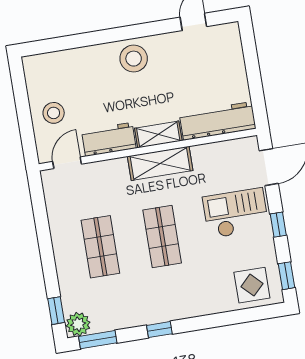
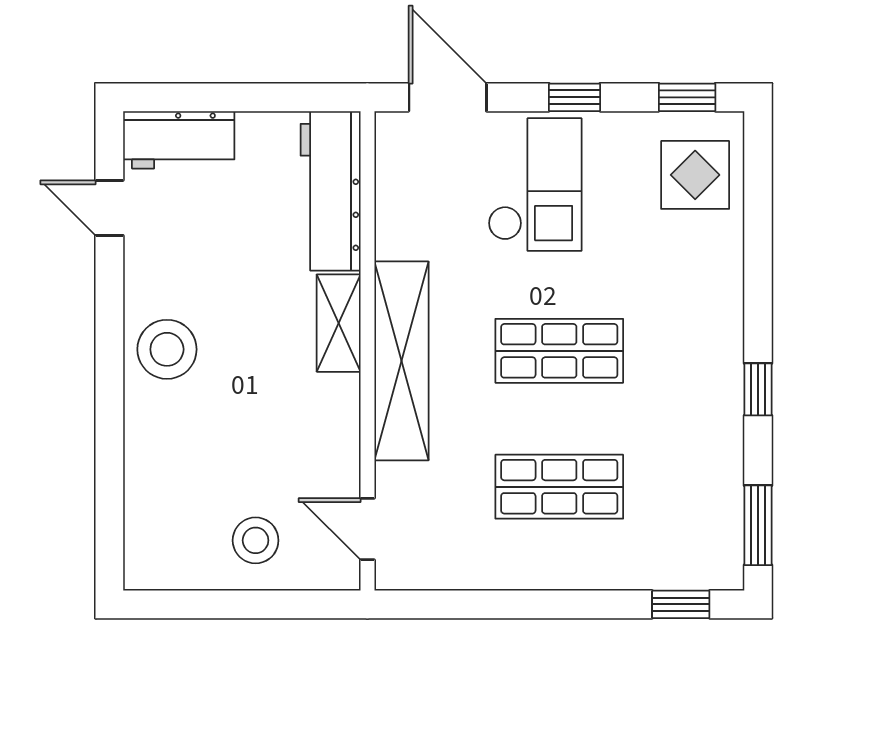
workbench: (109, 139) -> (179, 140), moved, turned -90
shelving: (160, 163) -> (401, 361), width x1.47
checkout: (236, 213) -> (535, 185), turned 180
plant: (78, 324) -> (718, 562), removed

